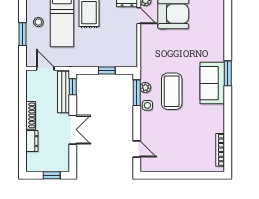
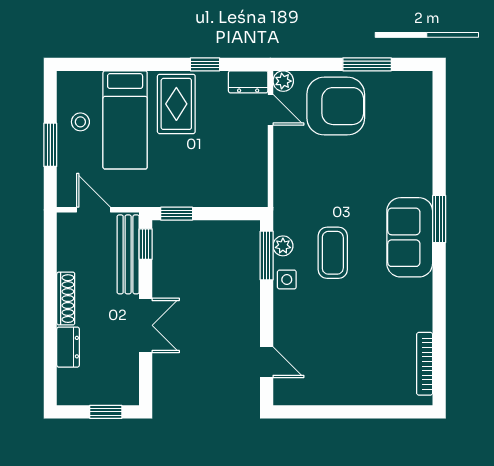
window: (107, 71) -> (177, 214), moved
coffee table: (172, 91) -> (333, 253), width x0.73, depth x0.76

